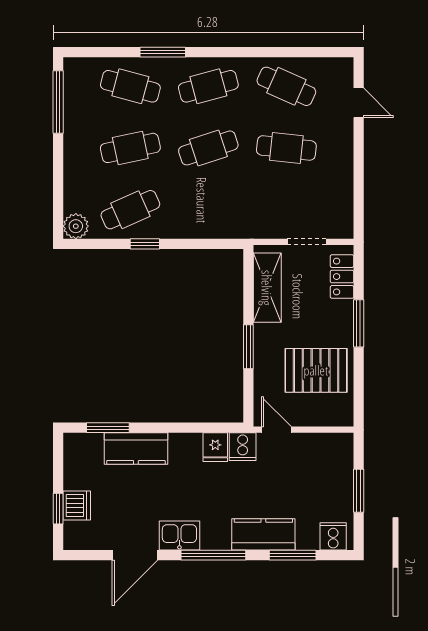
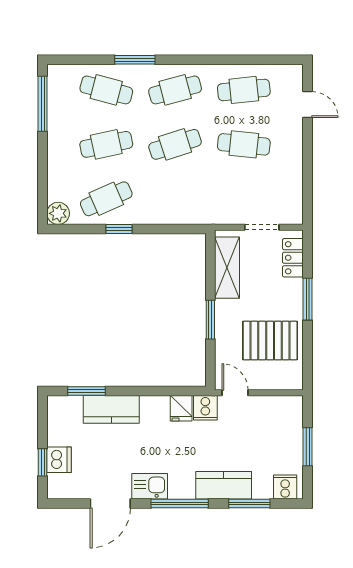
cafe table: (286, 86) -> (244, 90), turned -30

